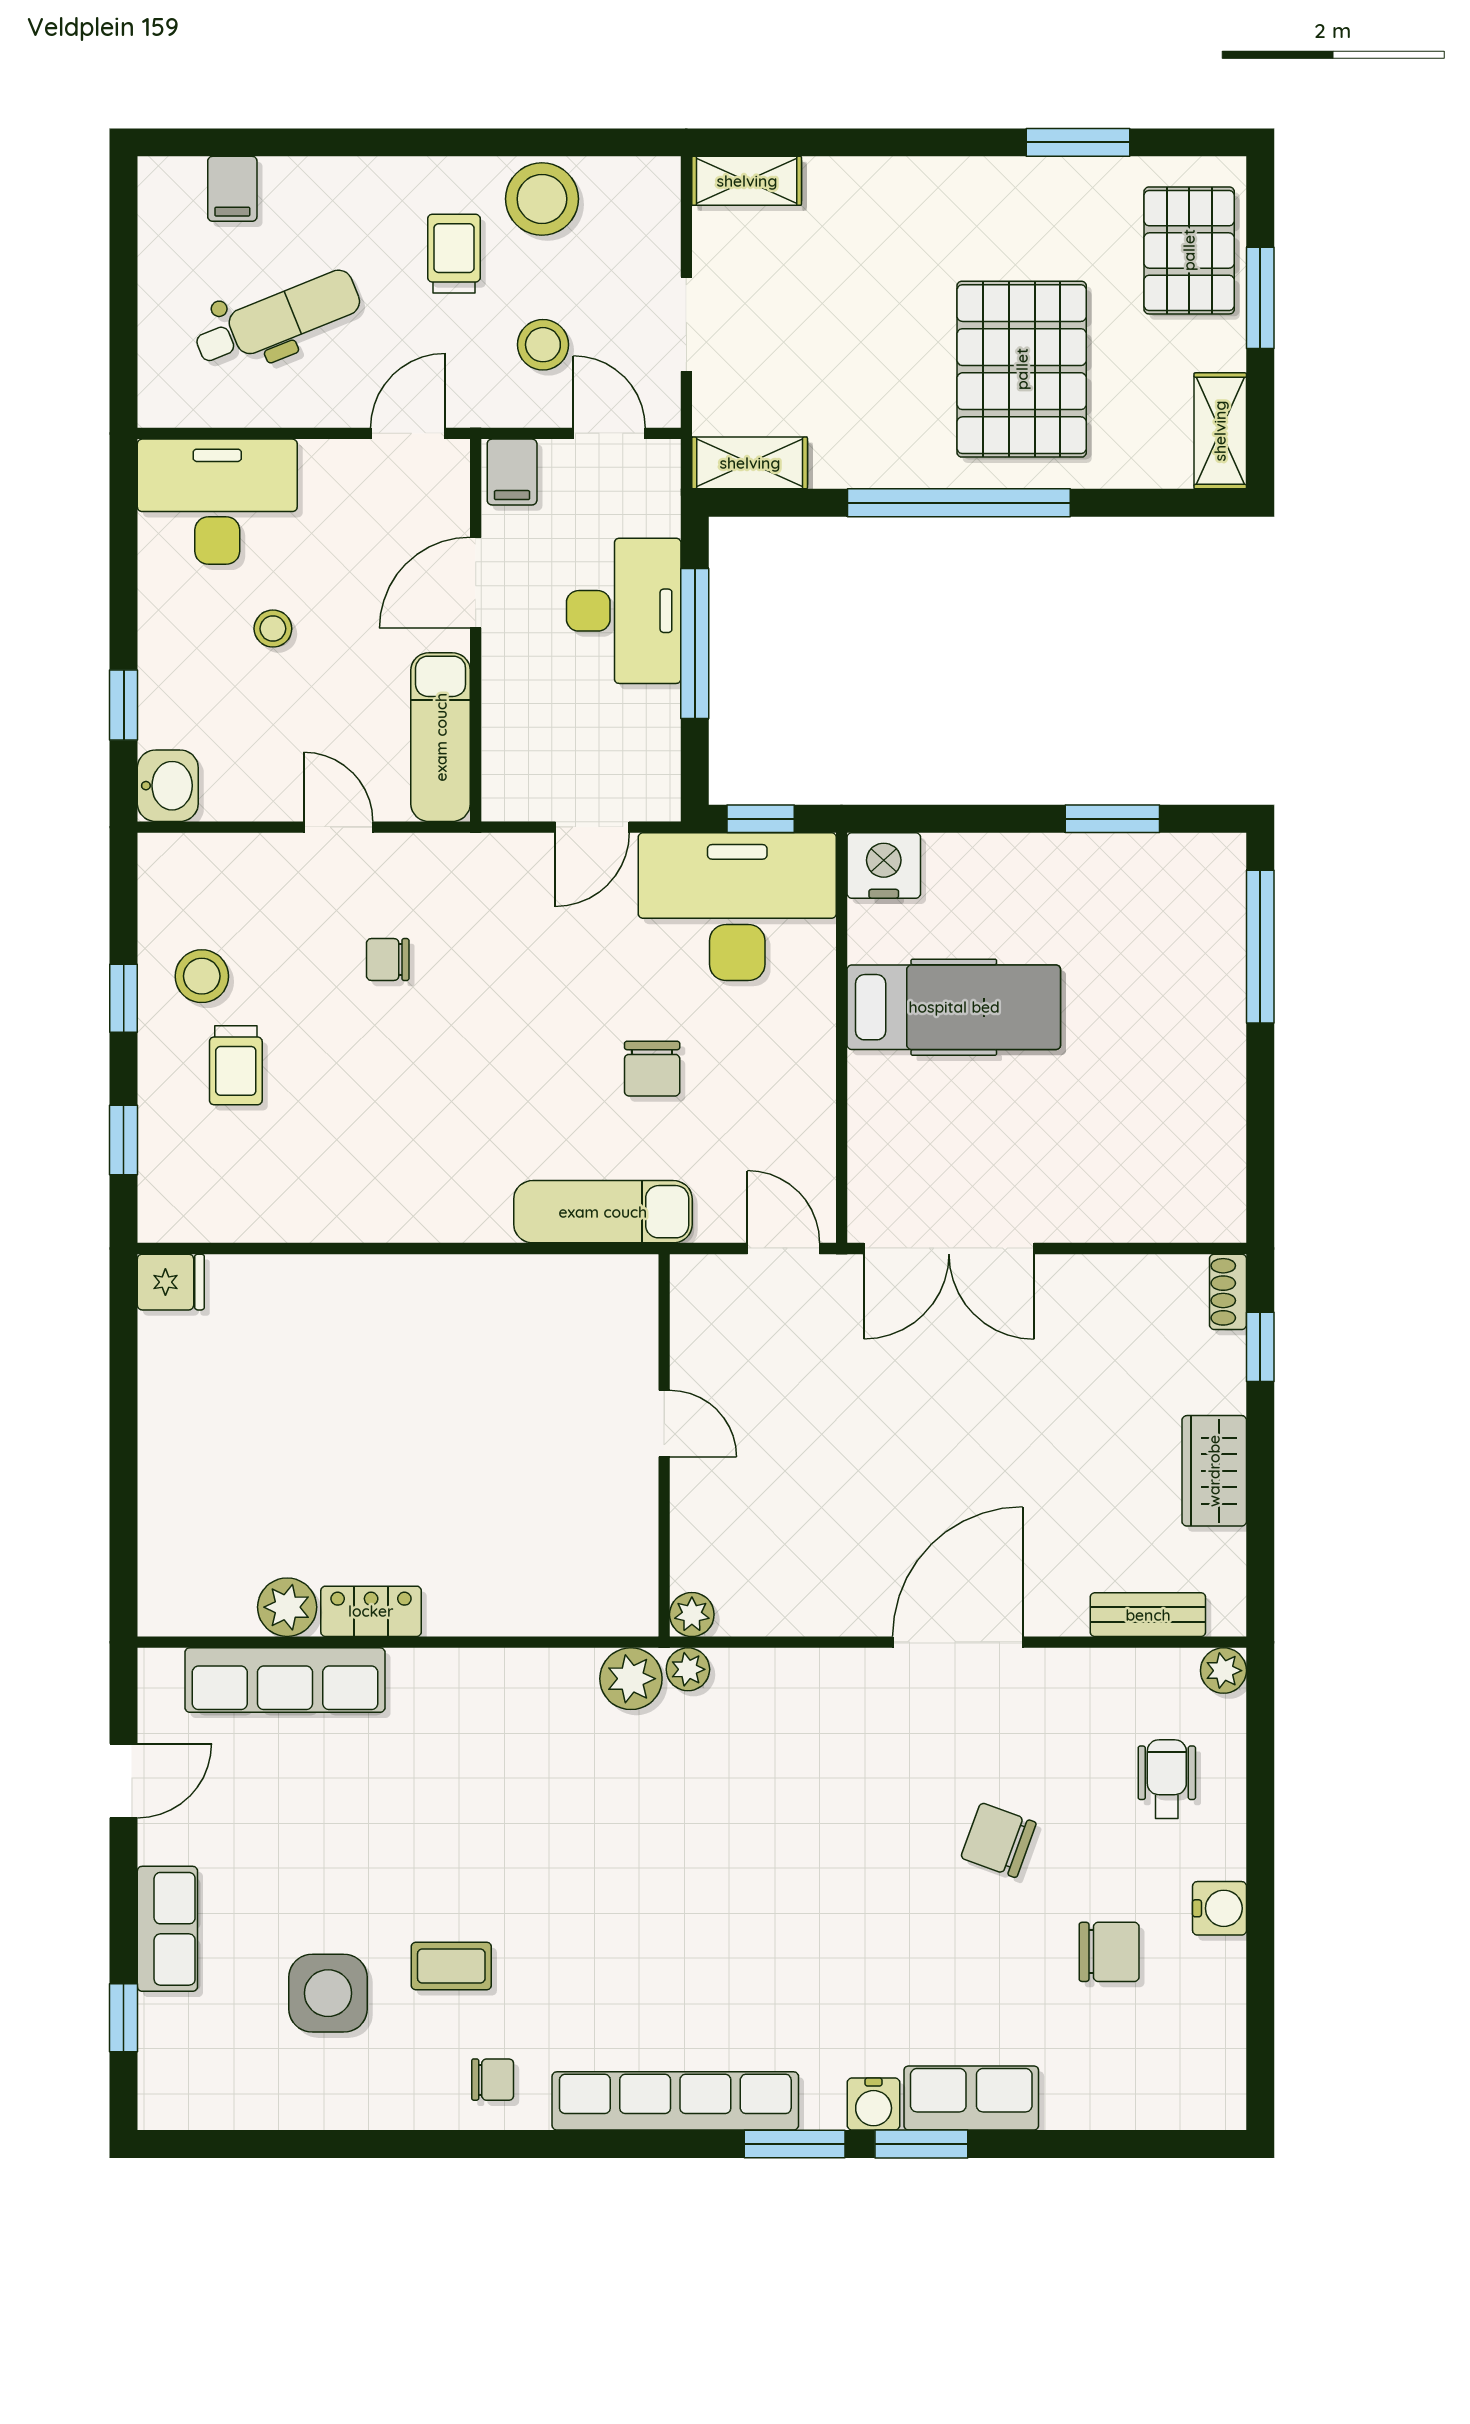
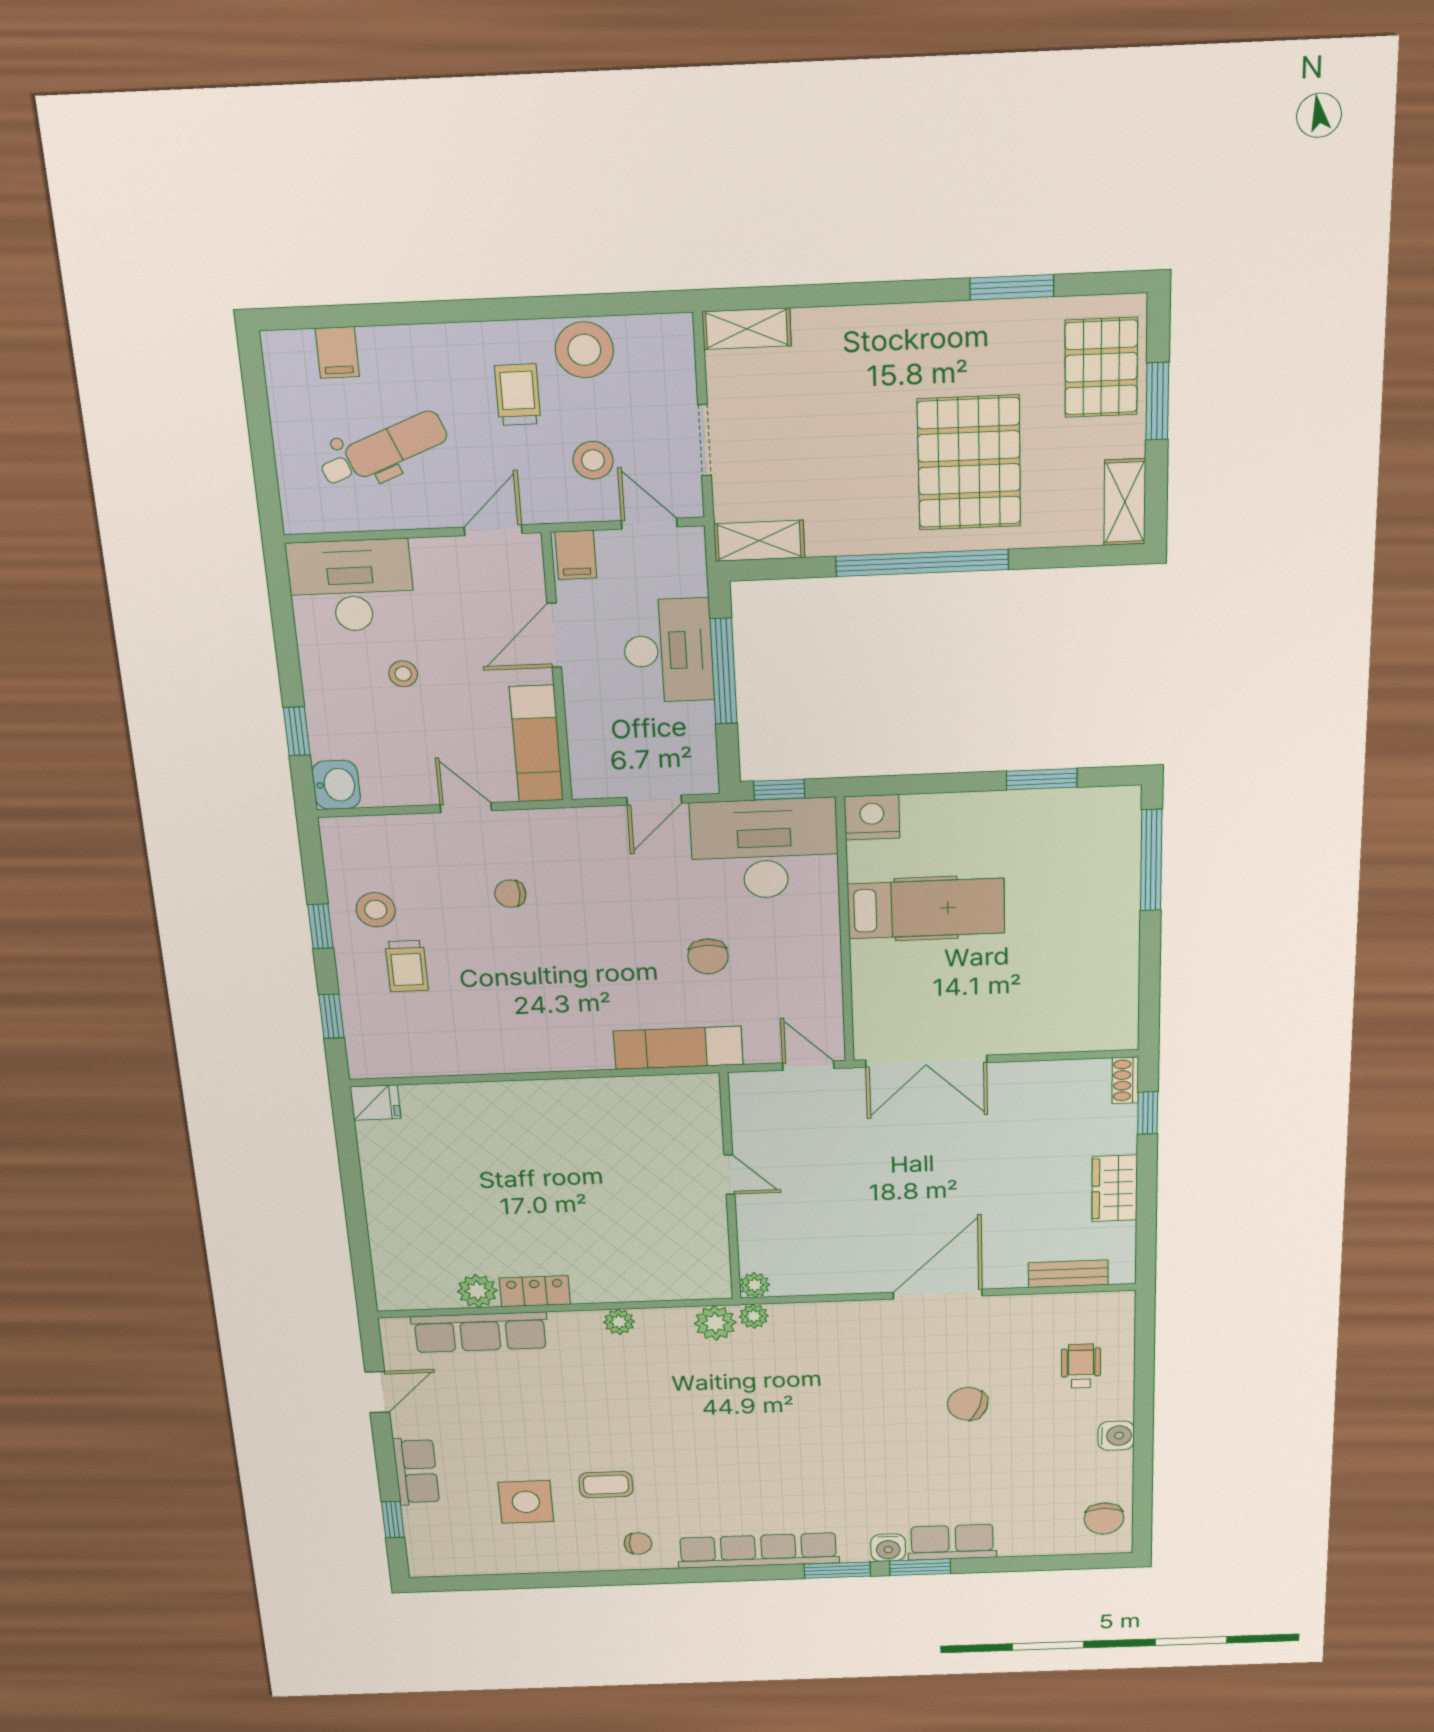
plant: (1223, 1671) -> (619, 1322), moved
chair: (1109, 1952) -> (1104, 1518), moved, turned 90

